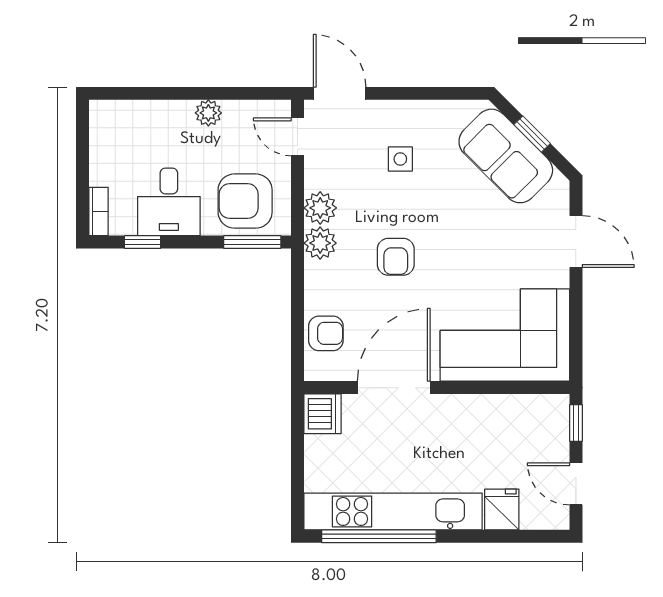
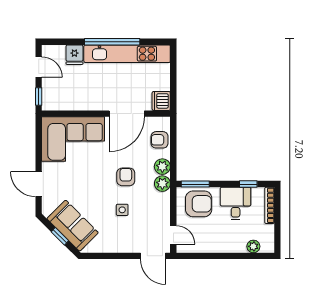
plant: (208, 113) -> (253, 246), moved
side table: (400, 159) -> (122, 210), moved
plant: (320, 208) -> (162, 167), moved
bookcase: (98, 211) -> (270, 205), width x1.56
window: (379, 536) -> (112, 42), moved

